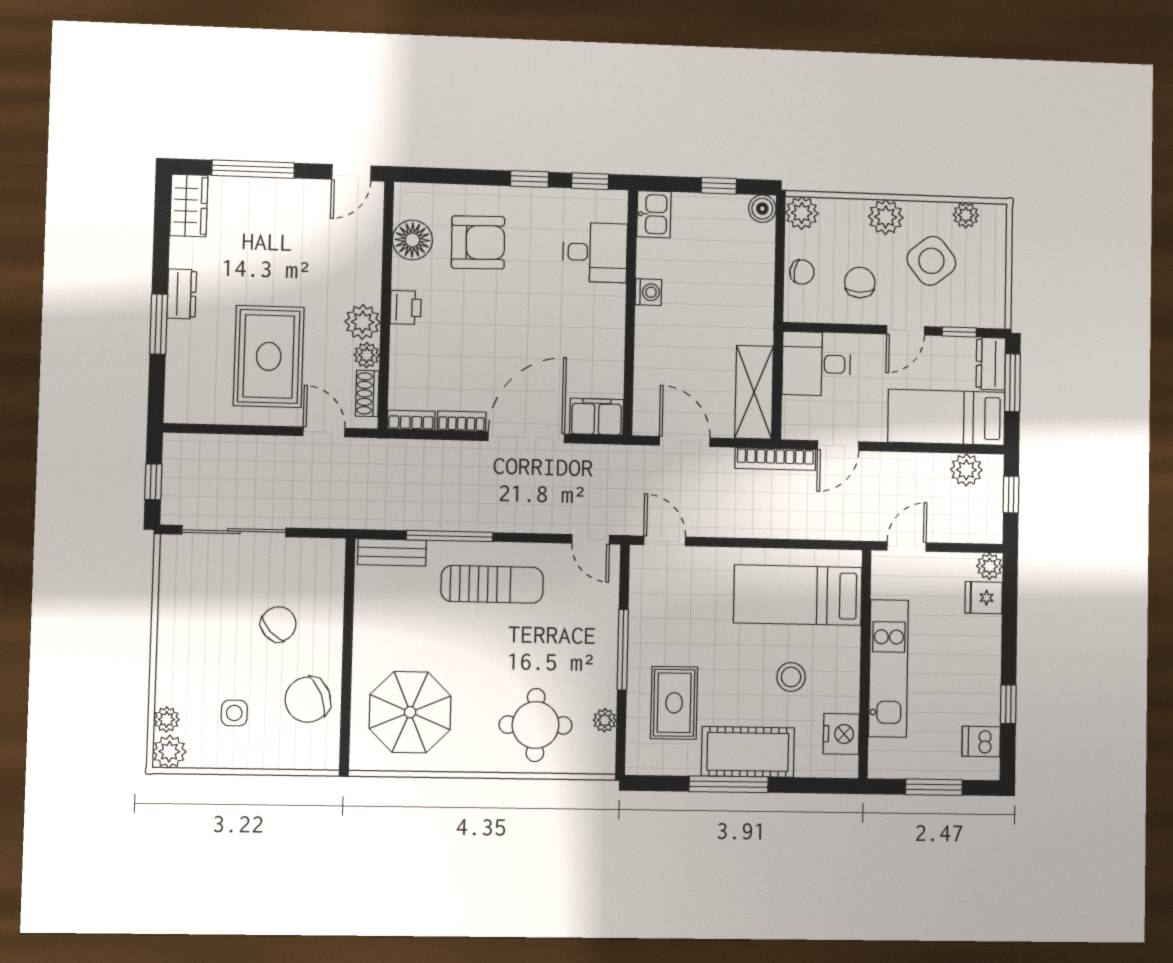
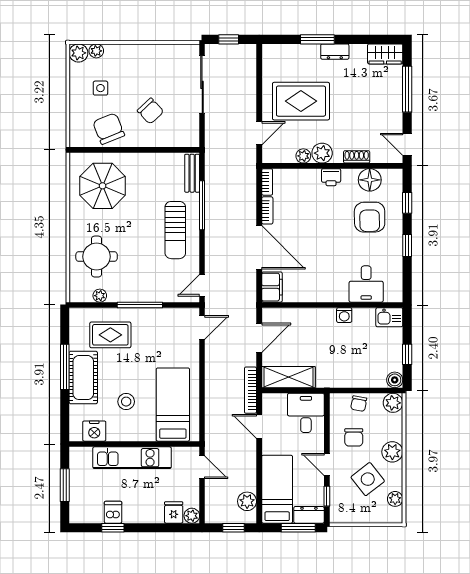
window: (590, 181) -> (407, 203), moved
chair: (860, 283) -> (354, 437), turned 90
shoe rack: (367, 393) -> (357, 157), moved
dishwasher: (981, 741) -> (113, 512), moved

